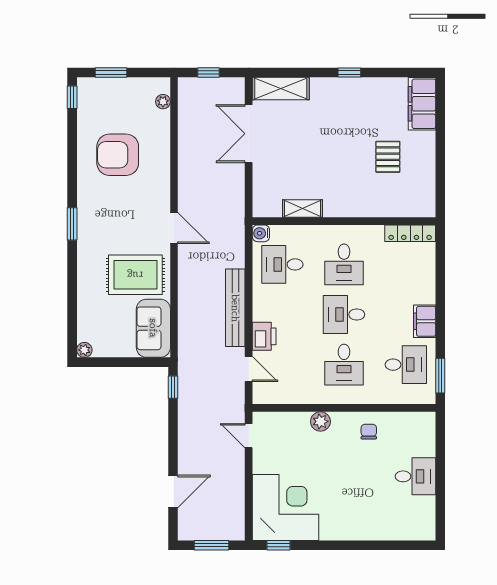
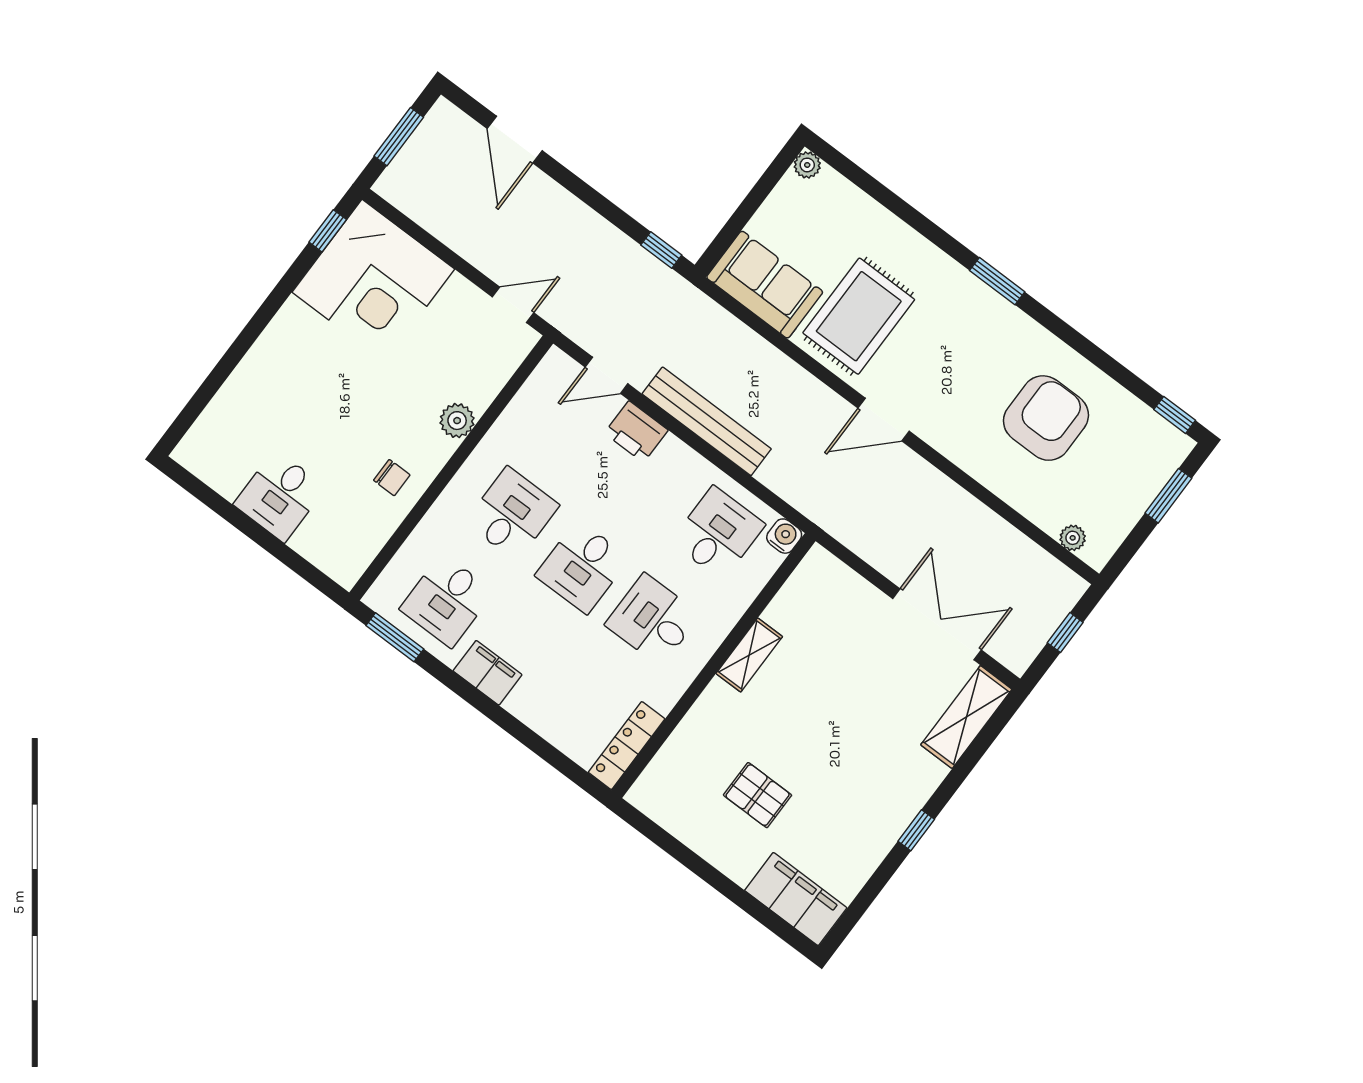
shelving: (302, 208) -> (749, 655), moved
desk: (344, 315) -> (582, 567), turned 180
desk: (344, 365) -> (512, 514), turned 90

